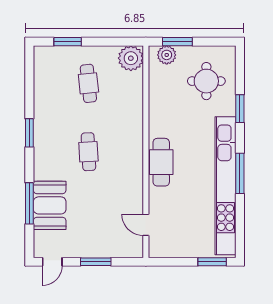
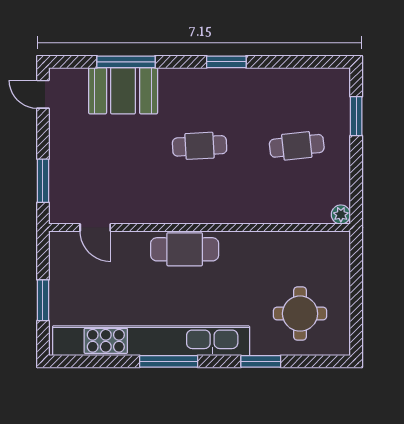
window: (177, 42) -> (356, 272), removed
plant: (167, 55) -> (337, 257), removed
plant: (131, 58) -> (341, 215), width x0.53, depth x0.53
door: (146, 225) -> (95, 228), swing flipped
window: (96, 262) -> (43, 181), moved
window: (212, 262) -> (43, 300), moved

